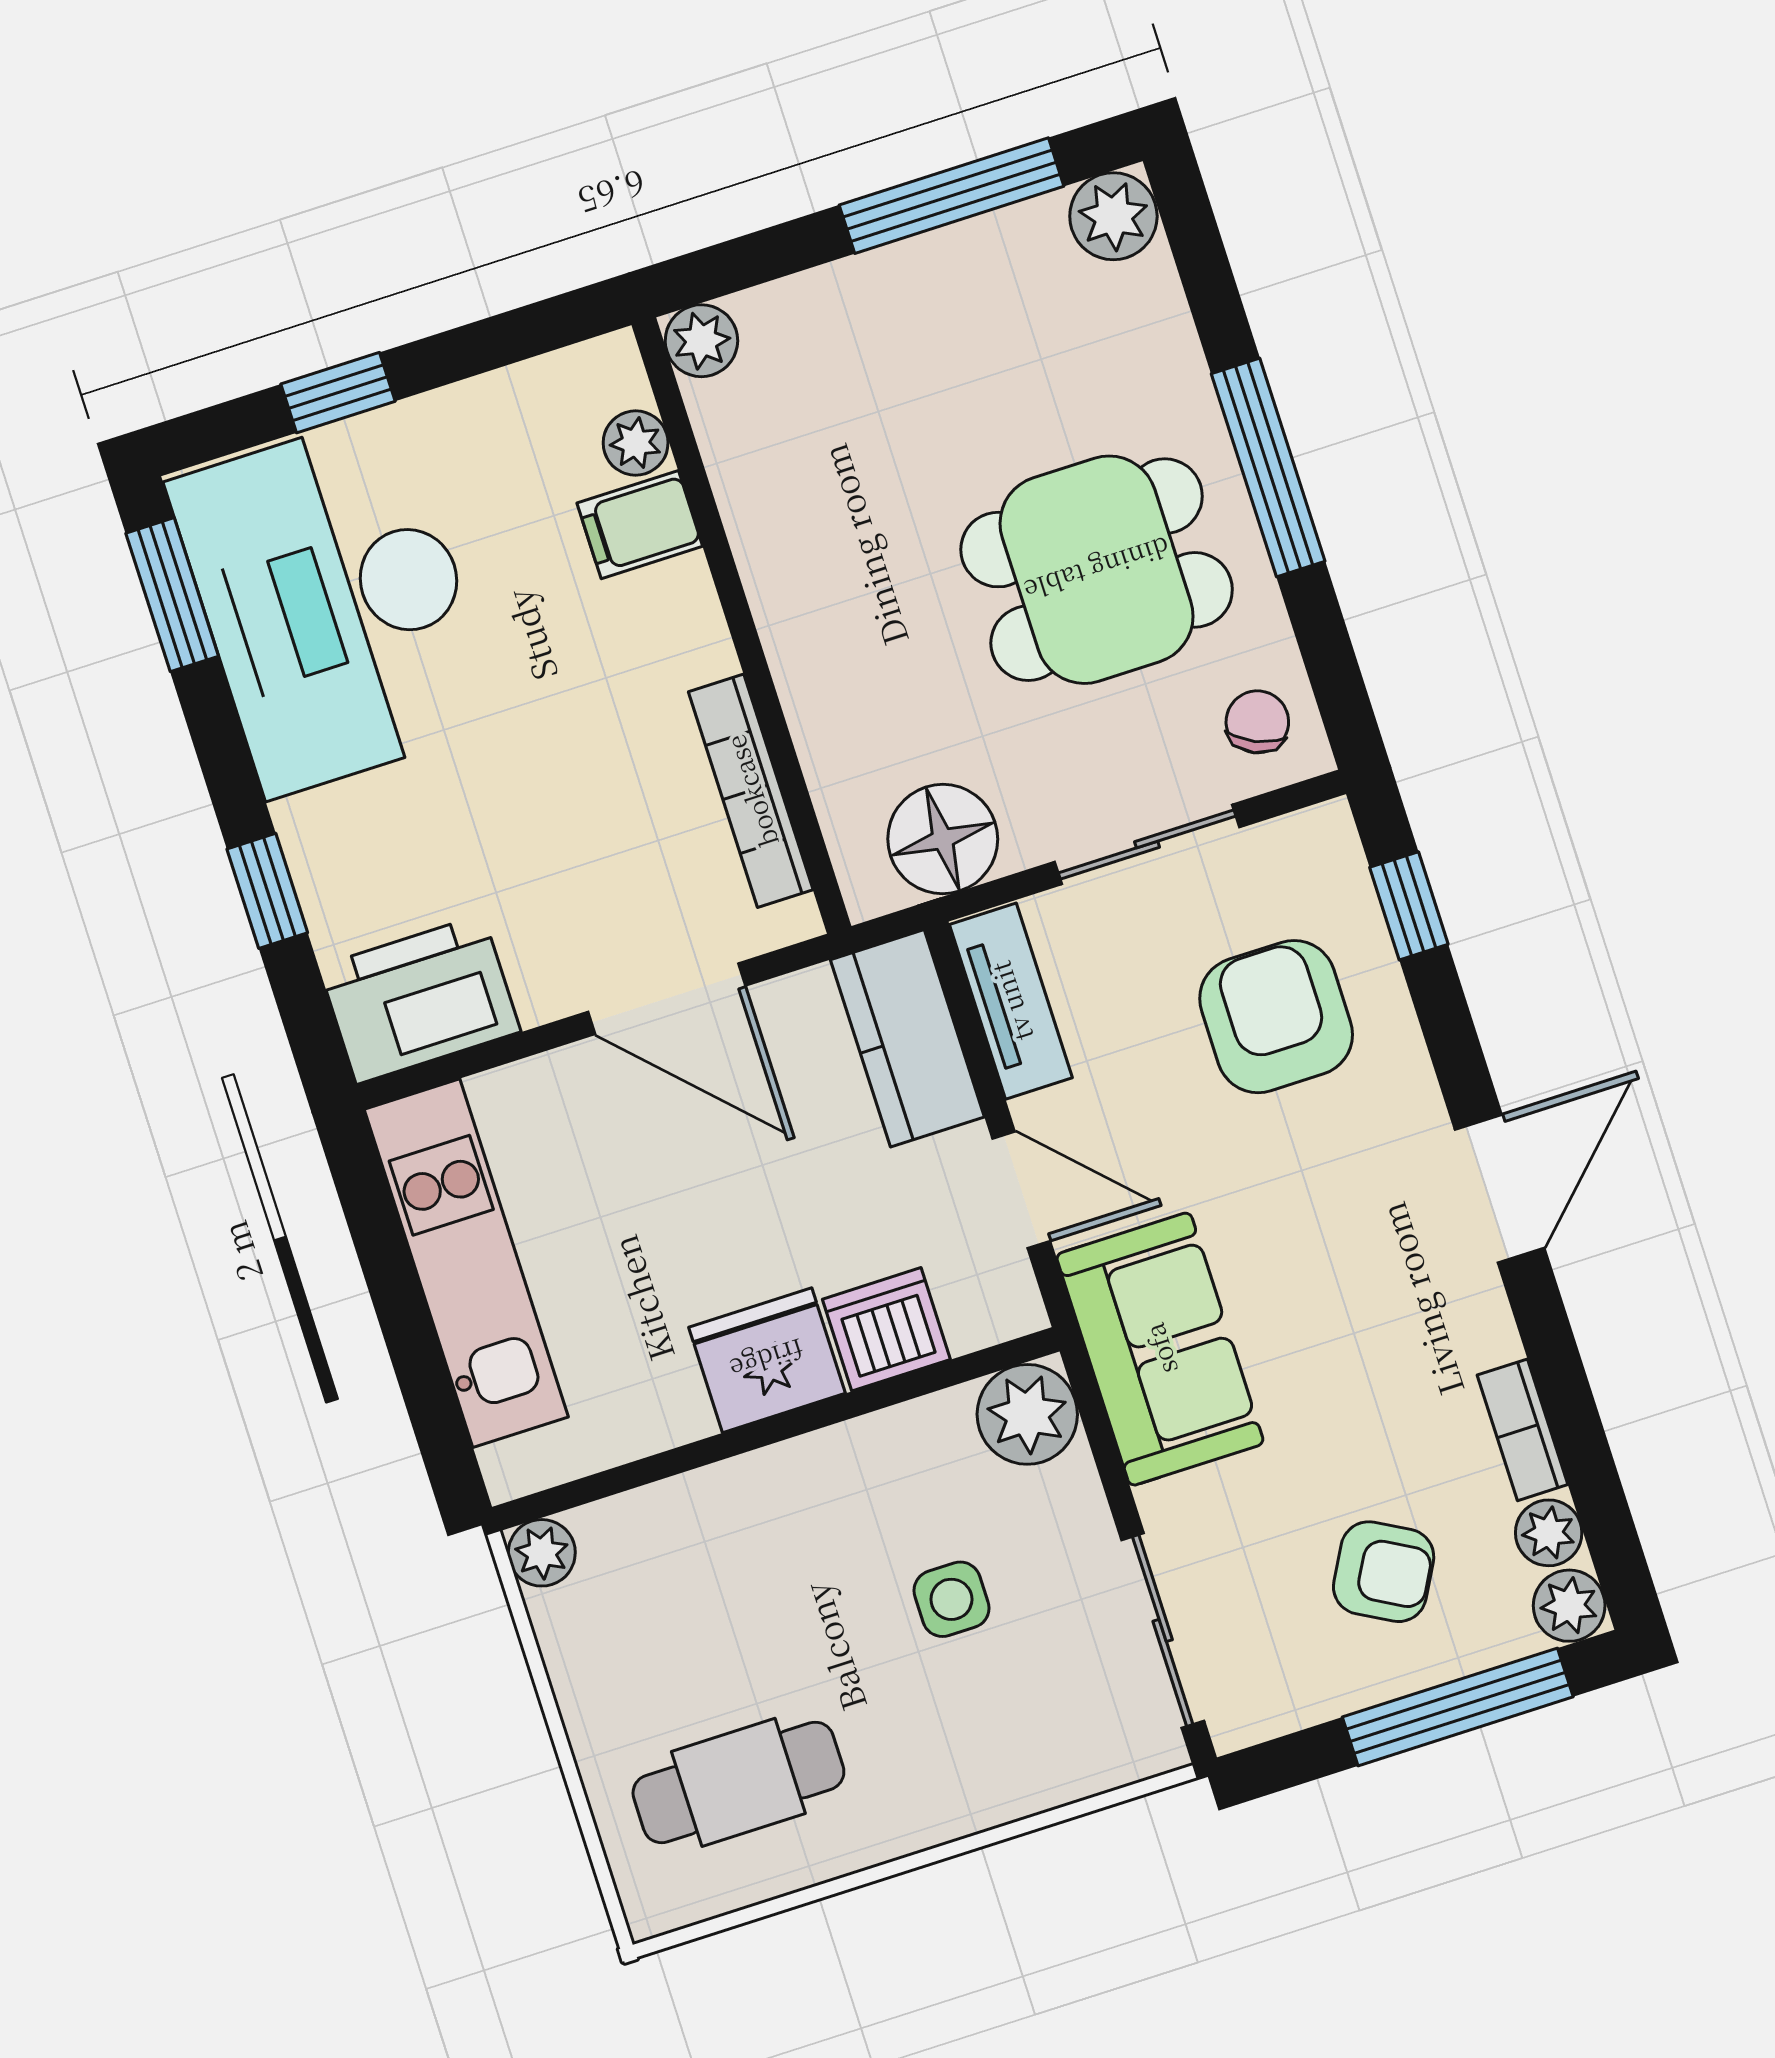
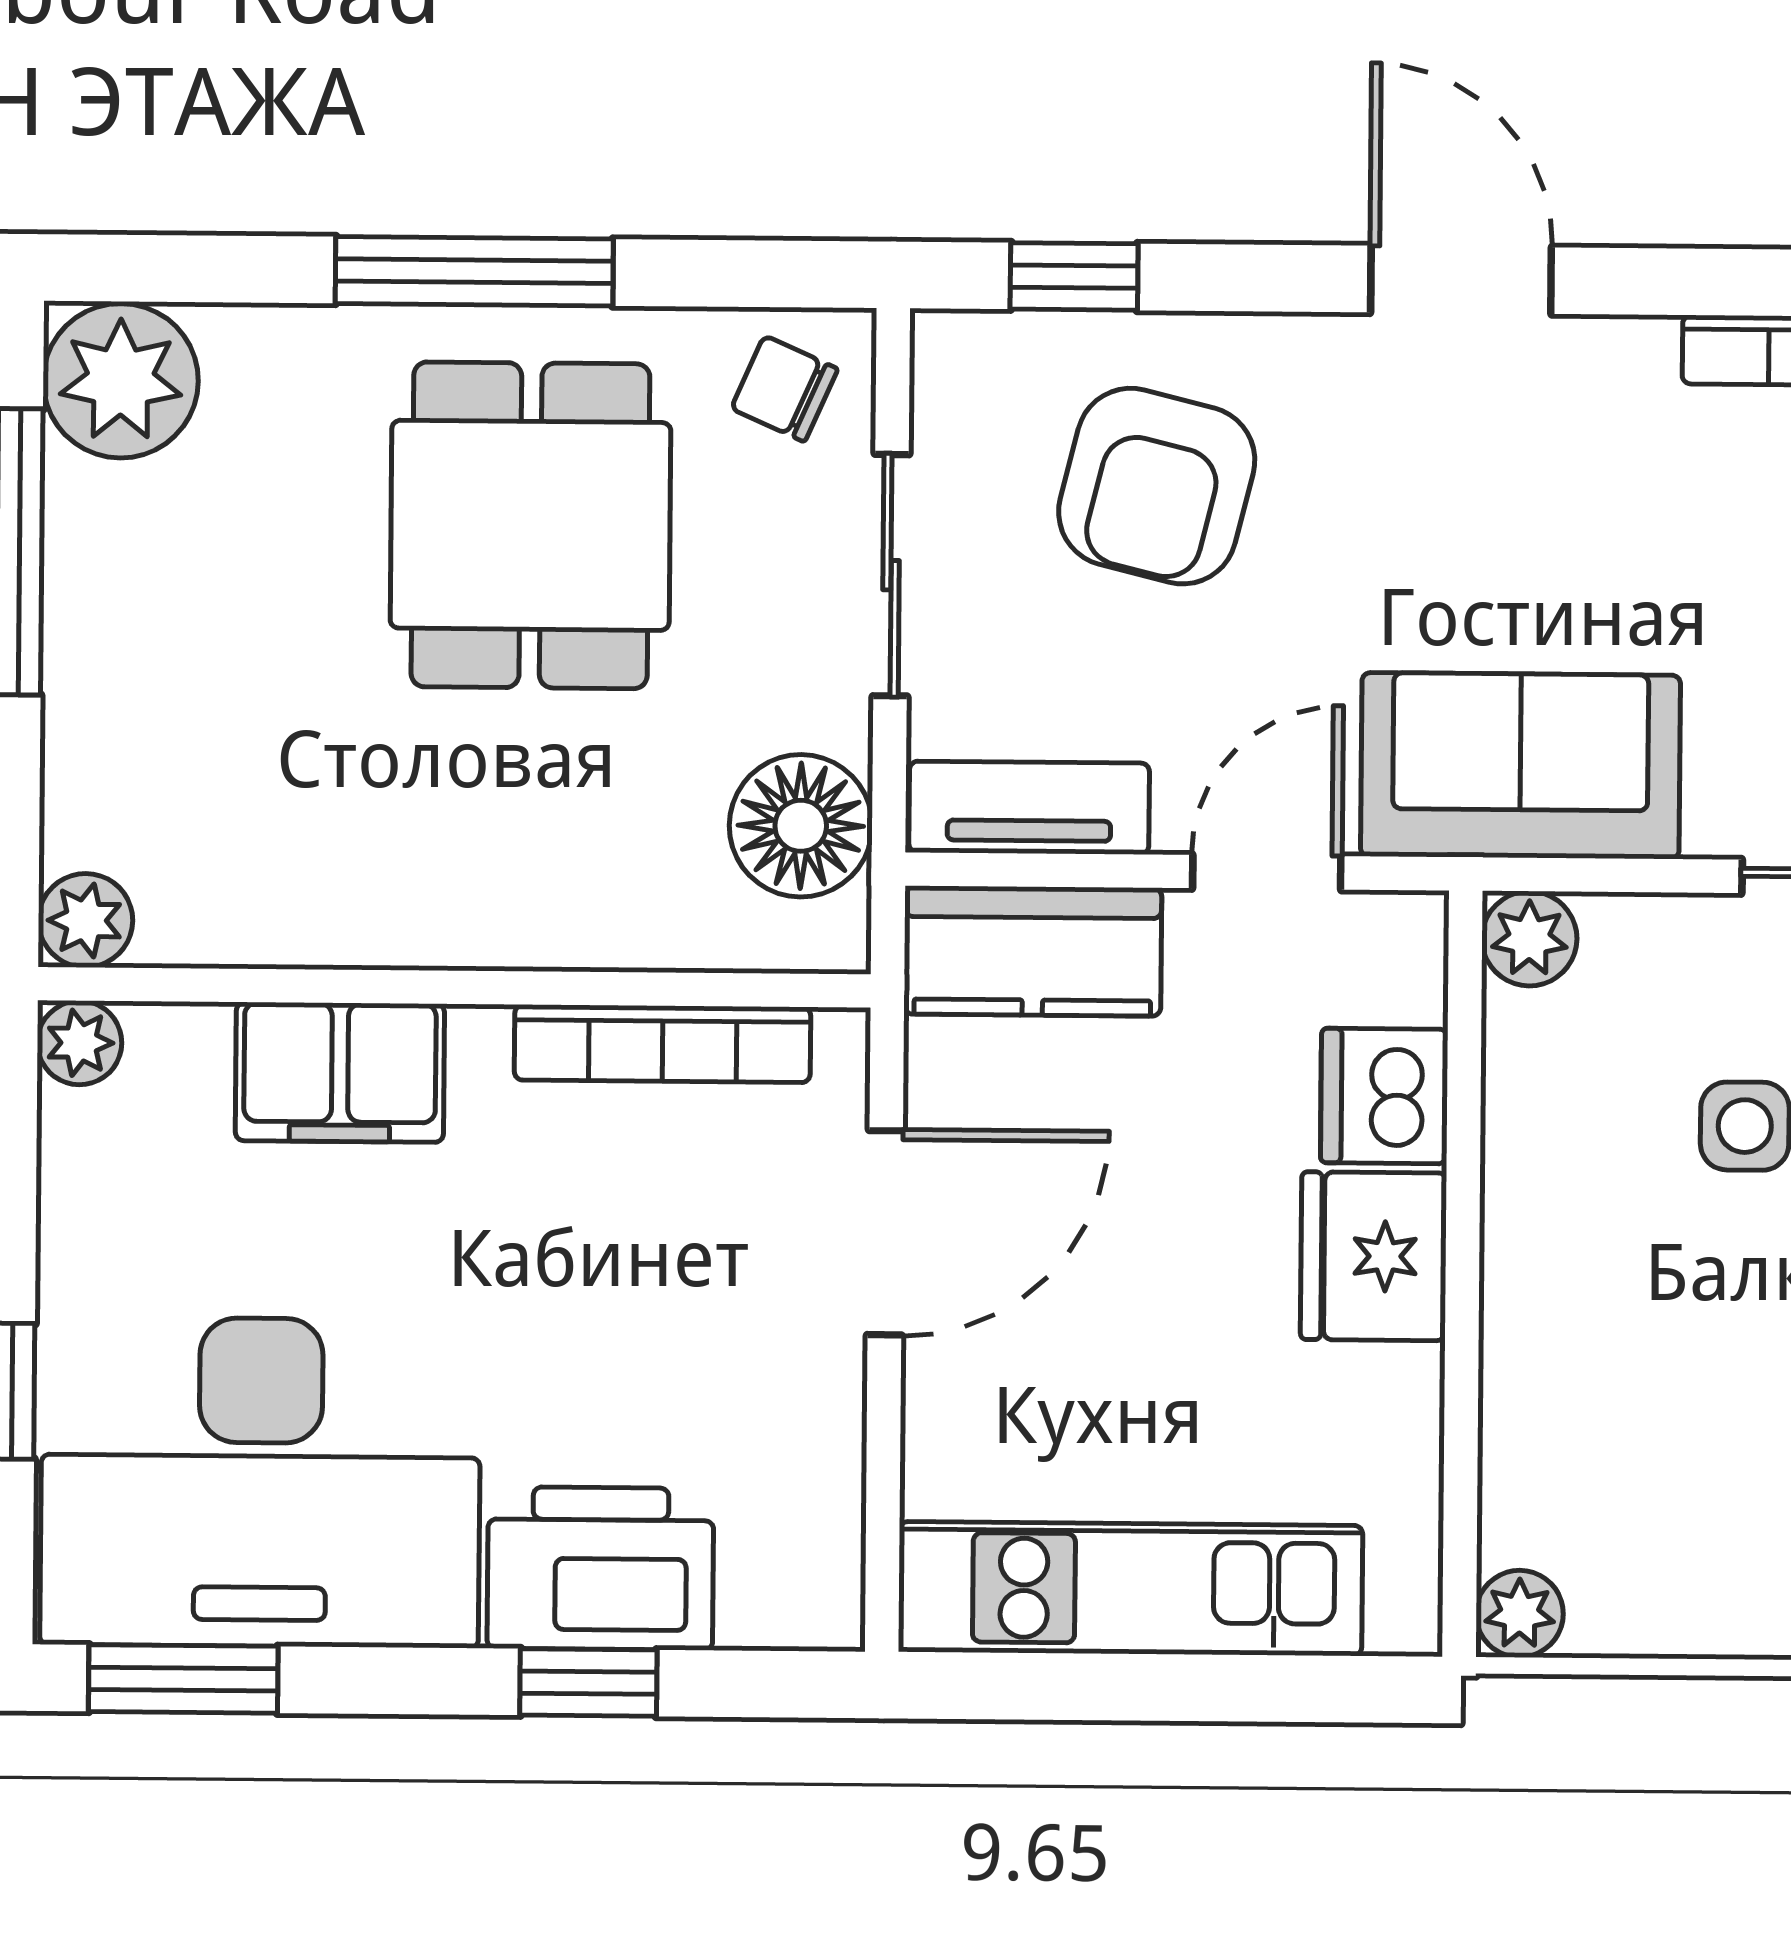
plant: (1113, 216) -> (121, 381), width x1.36, depth x1.36
plant: (636, 443) -> (80, 1043), moved
filing cabinet: (640, 525) -> (340, 1072), width x2.00
printer: (420, 999) -> (600, 1568), moved, turned 90
armchair: (1276, 1017) -> (1157, 486), turned -76
plant: (1027, 1414) -> (1529, 939), width x0.73, depth x0.73

